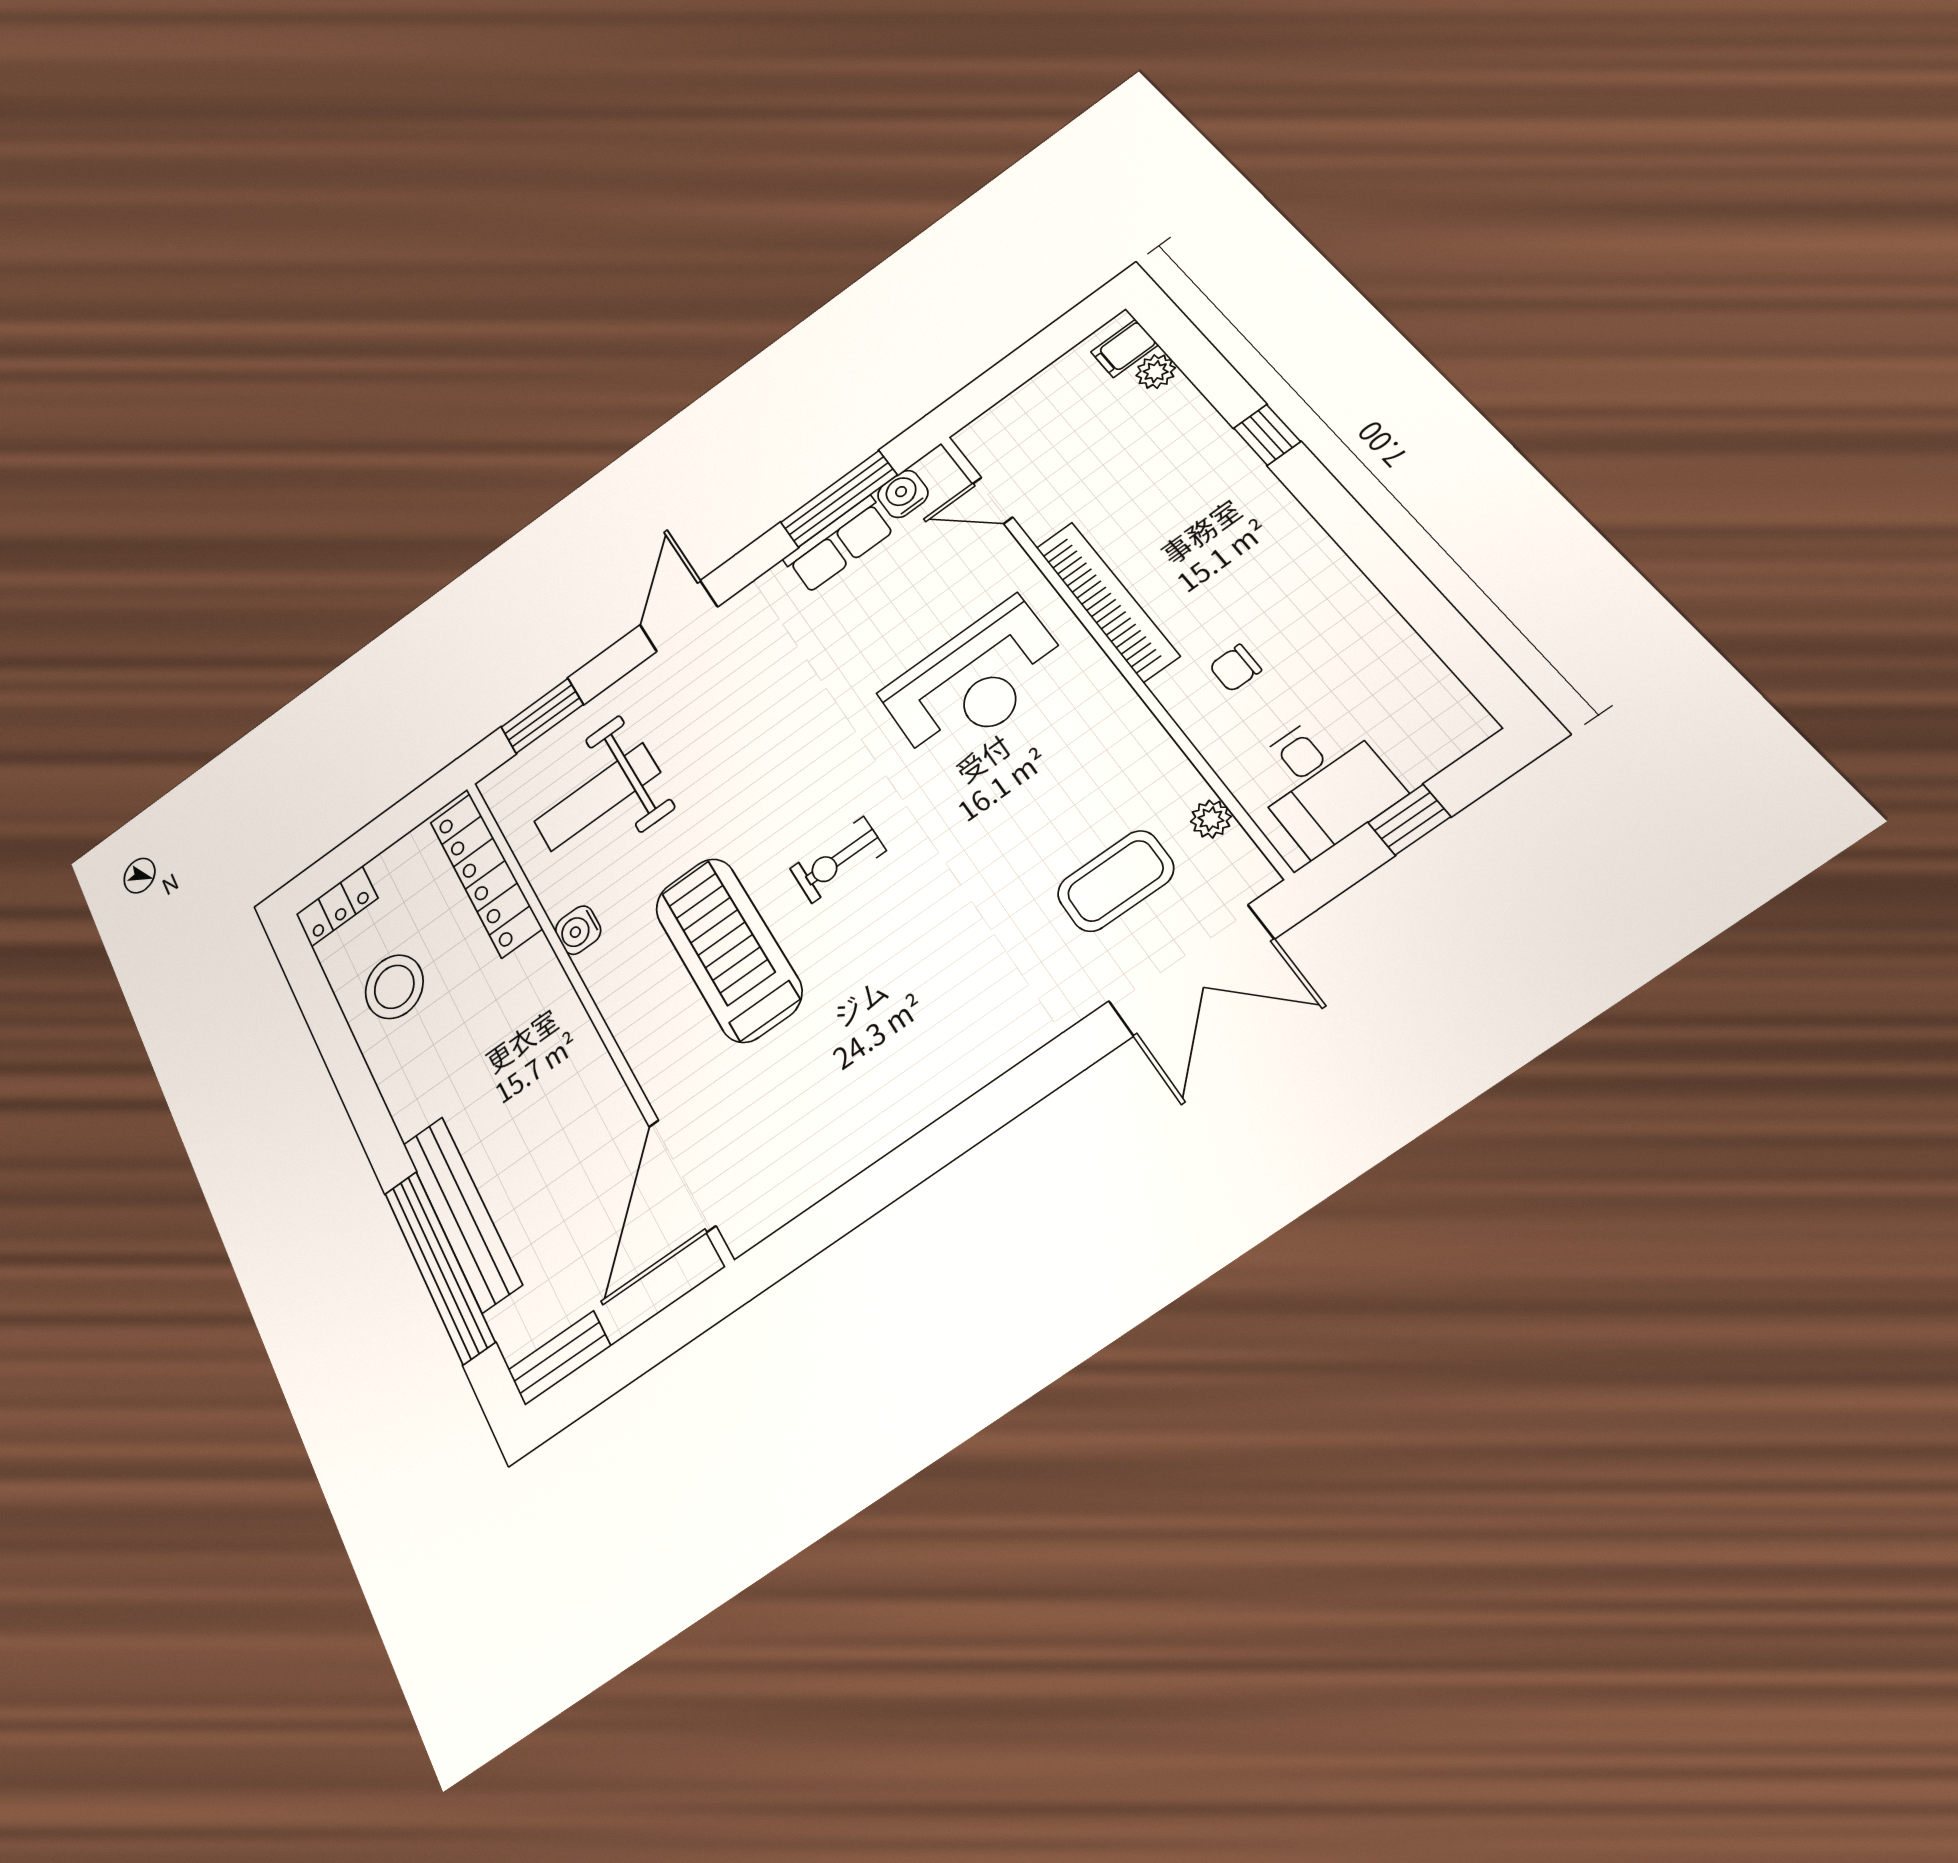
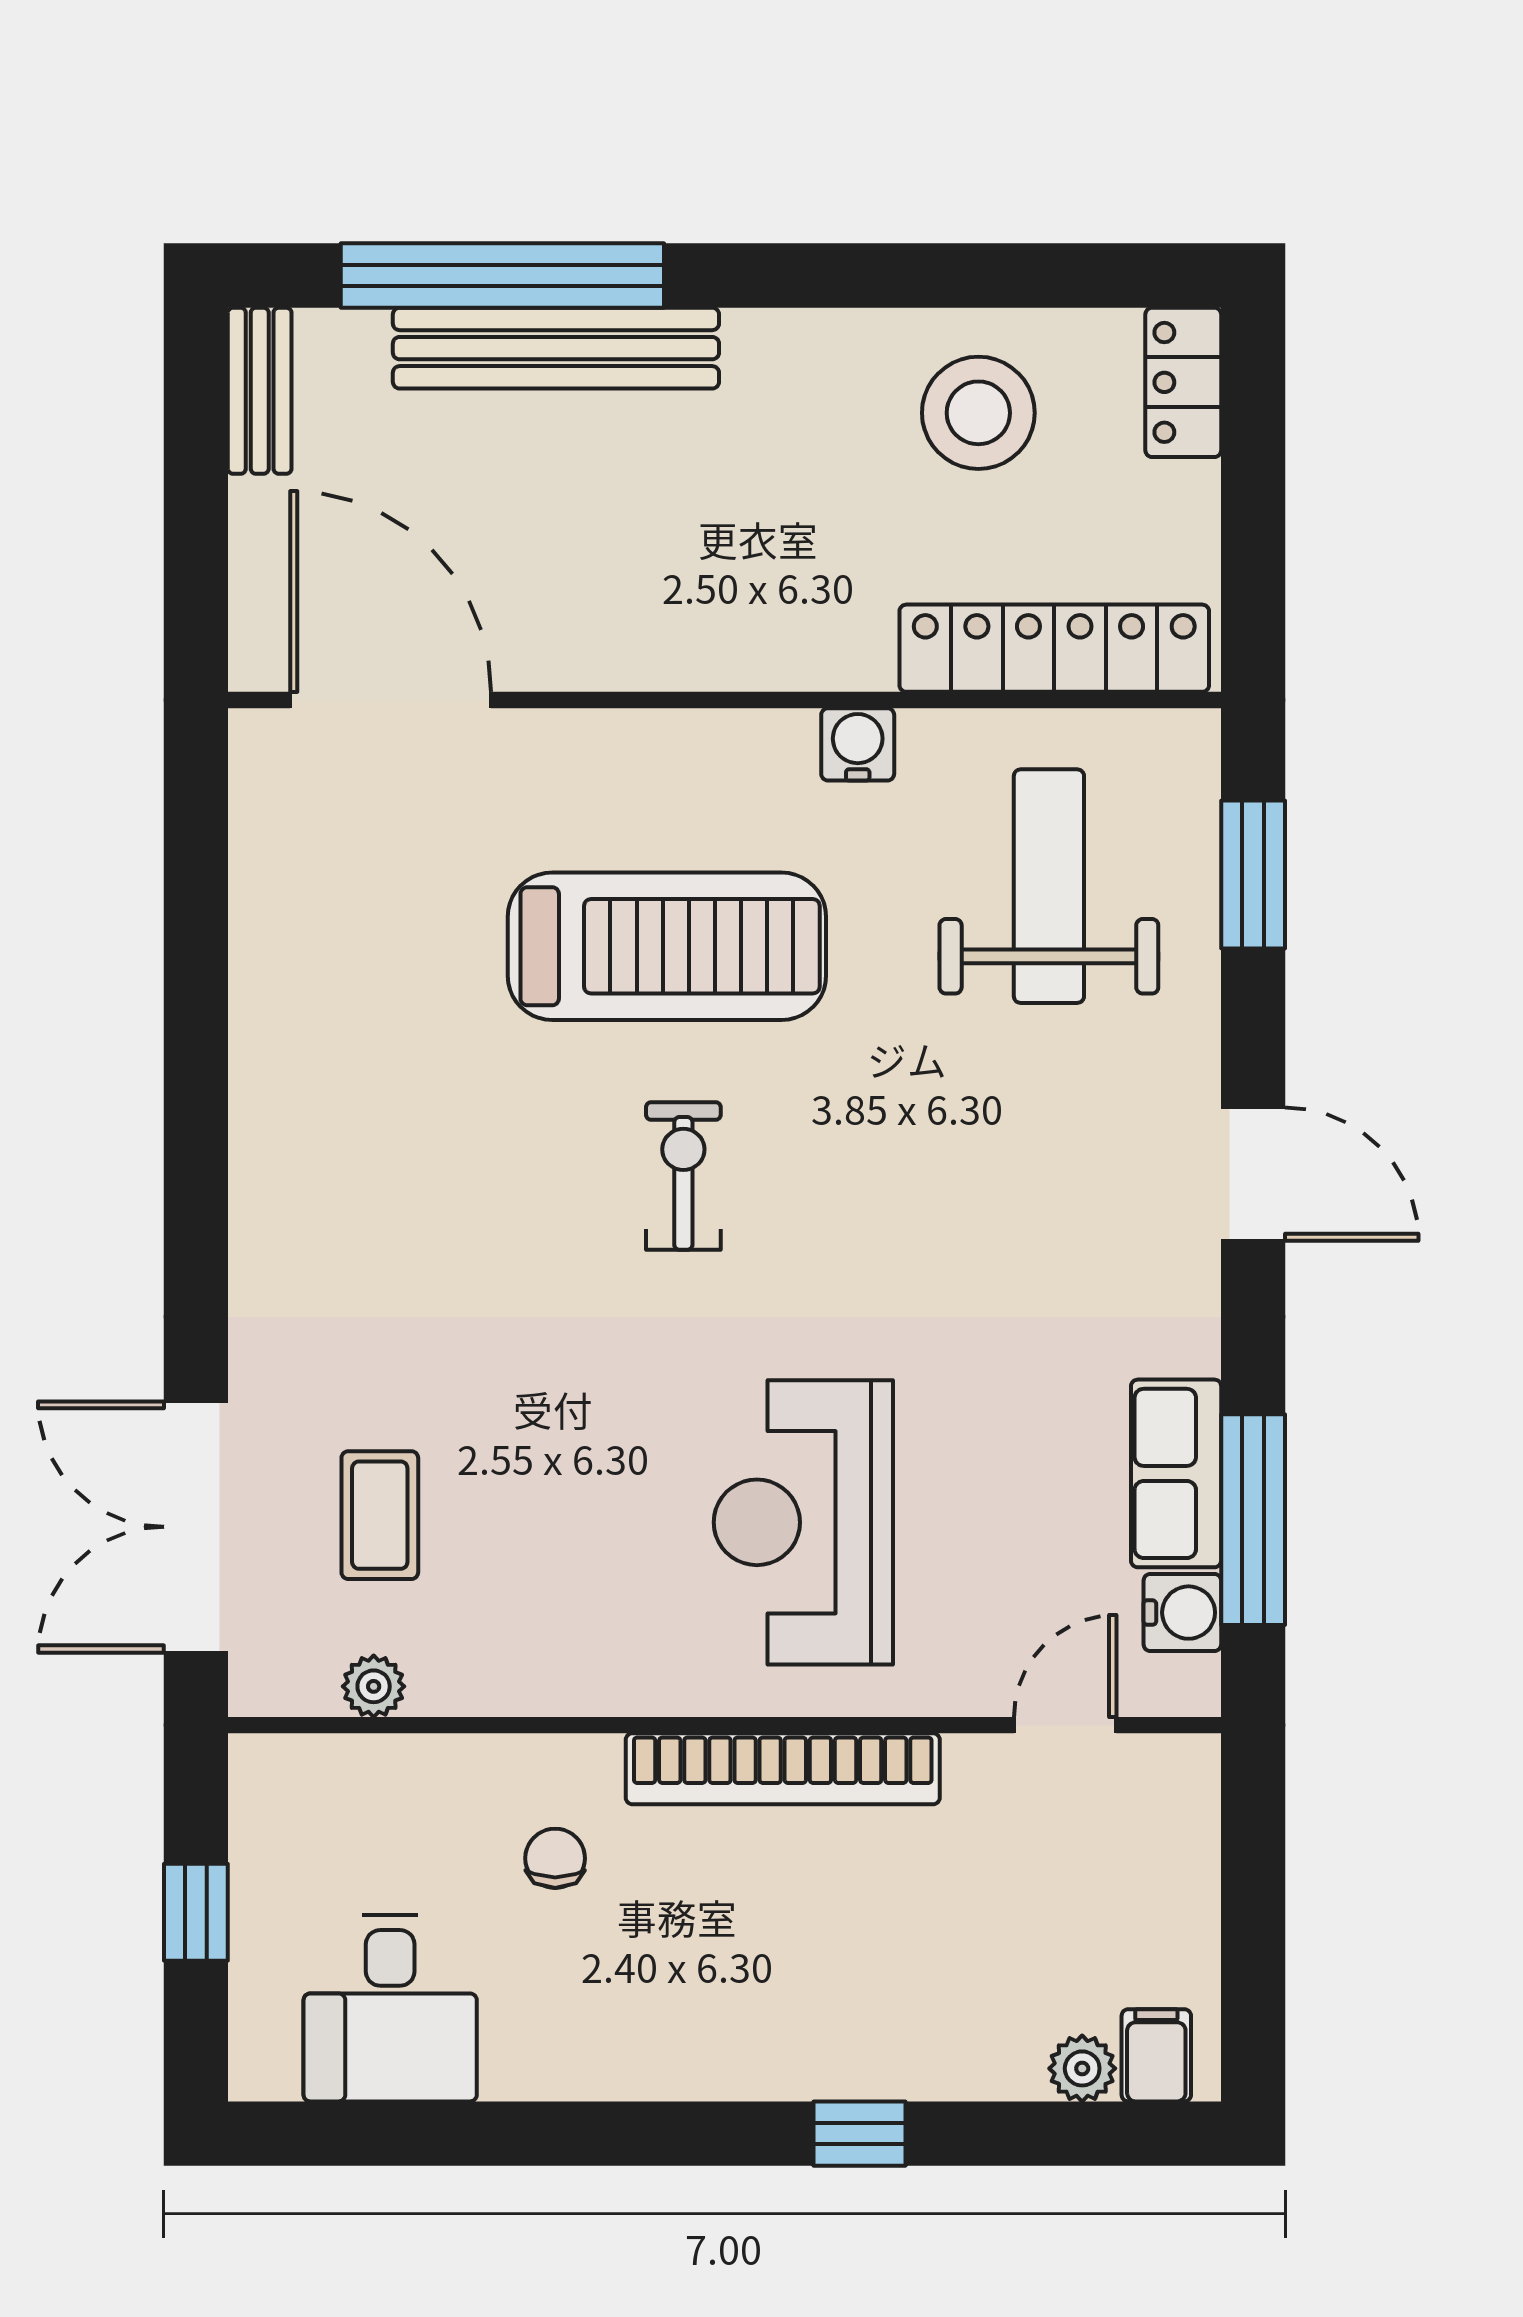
desk: (1322, 781) -> (390, 2008), moved, turned -90
coffee table: (1115, 881) -> (380, 1515), width x0.73, depth x0.77

